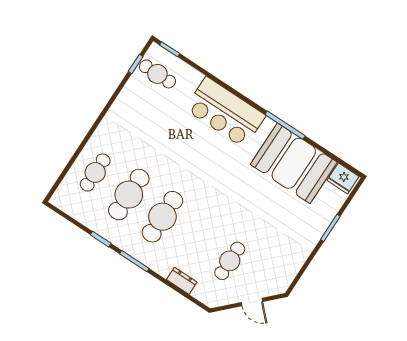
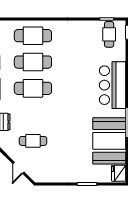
cafe table: (95, 172) -> (33, 36), width x1.37, depth x1.35

